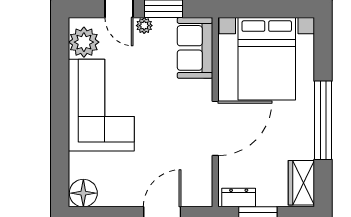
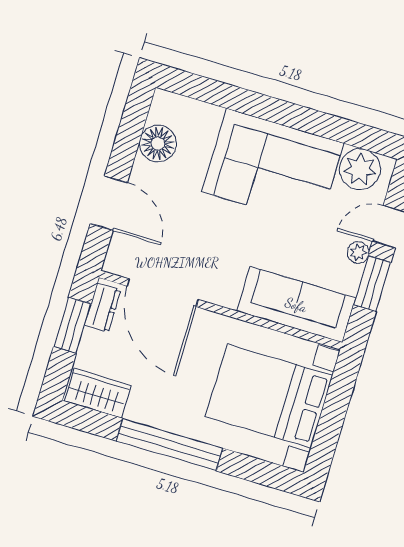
sofa: (195, 48) -> (296, 305), width x1.36
door: (215, 128) -> (163, 293), moved
floor lamp: (83, 193) -> (158, 144), moved

